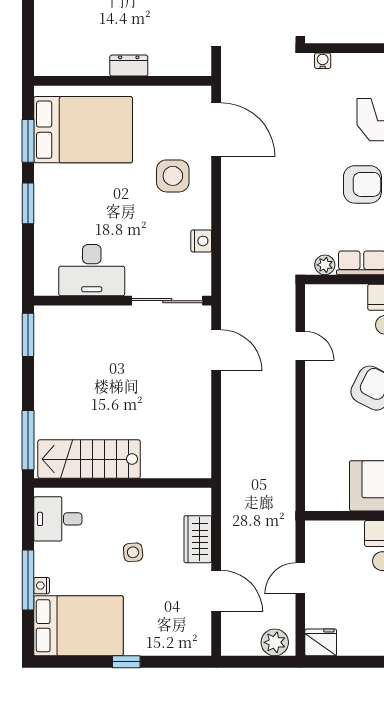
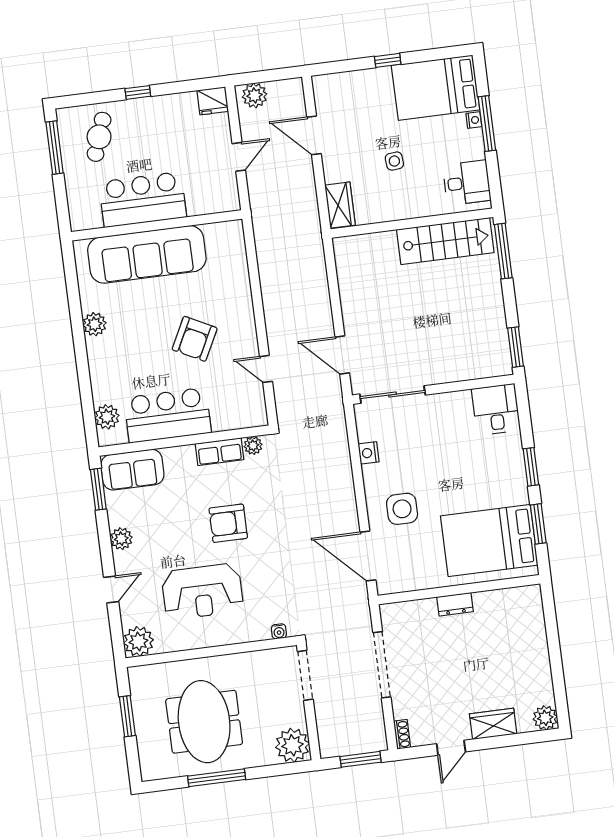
desk: (92, 270) -> (496, 409), moved, width x0.73
wardrobe: (198, 539) -> (340, 205), moved

